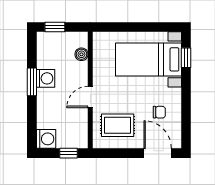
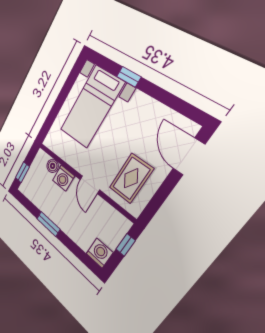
window: (186, 58) -> (129, 77), moved
washing machine: (46, 78) -> (63, 178), moved, turned 180
chair: (159, 112) -> (146, 127), removed
door: (158, 153) -> (189, 157), hinge flipped

